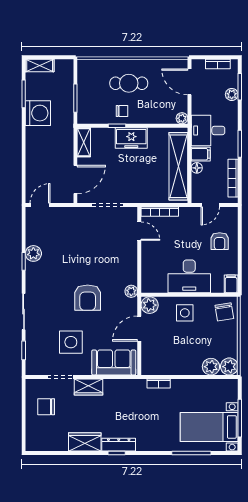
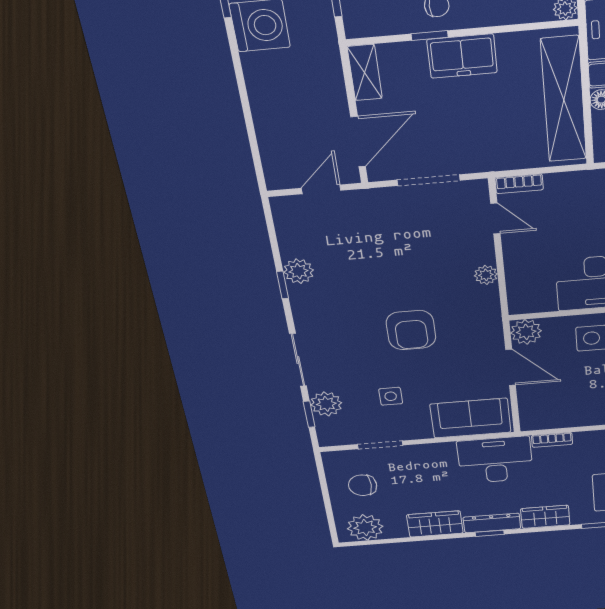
door: (40, 205) -> (321, 189), moved
bookcase: (160, 212) -> (519, 184), width x0.64
plant: (131, 291) -> (486, 275), moved
door: (139, 329) -> (511, 367), swing flipped
side table: (71, 342) -> (391, 396), width x0.54, depth x0.54
plant: (34, 344) -> (326, 404), added
wardrobe: (89, 387) -> (545, 517), moved, turned 180
desk: (125, 395) -> (495, 460), added
plant: (43, 440) -> (365, 527), added

